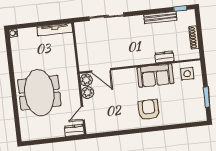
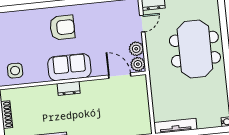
dresser: (164, 57) -> (69, 88), moved
sofa: (155, 76) -> (69, 67), moved
armchair: (149, 110) -> (62, 27), turned -90

